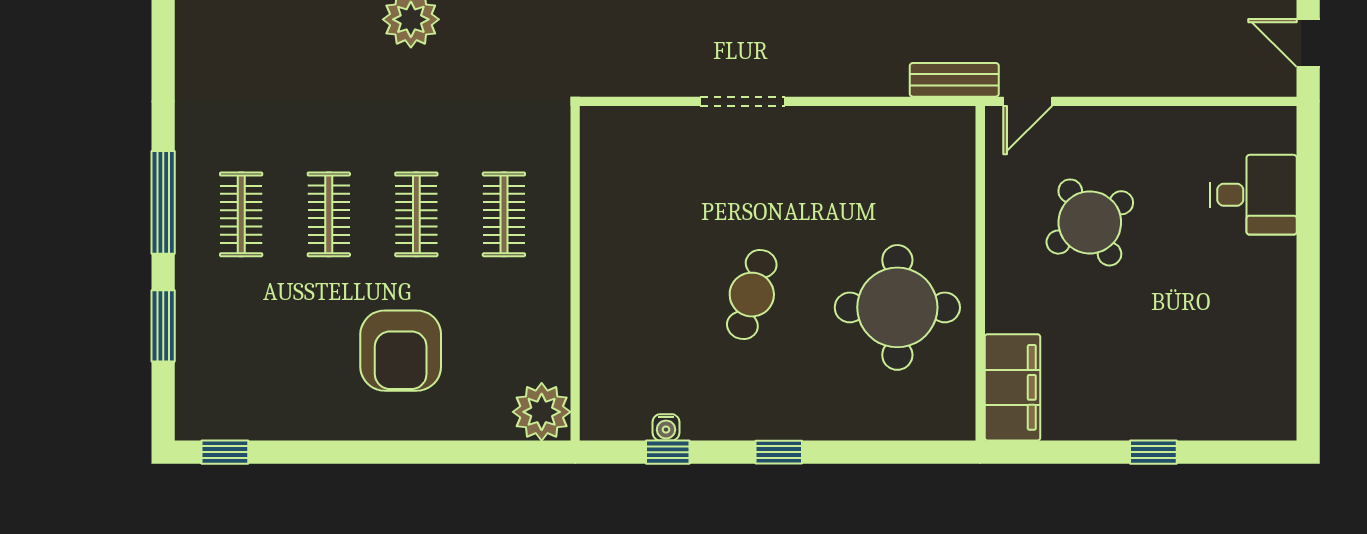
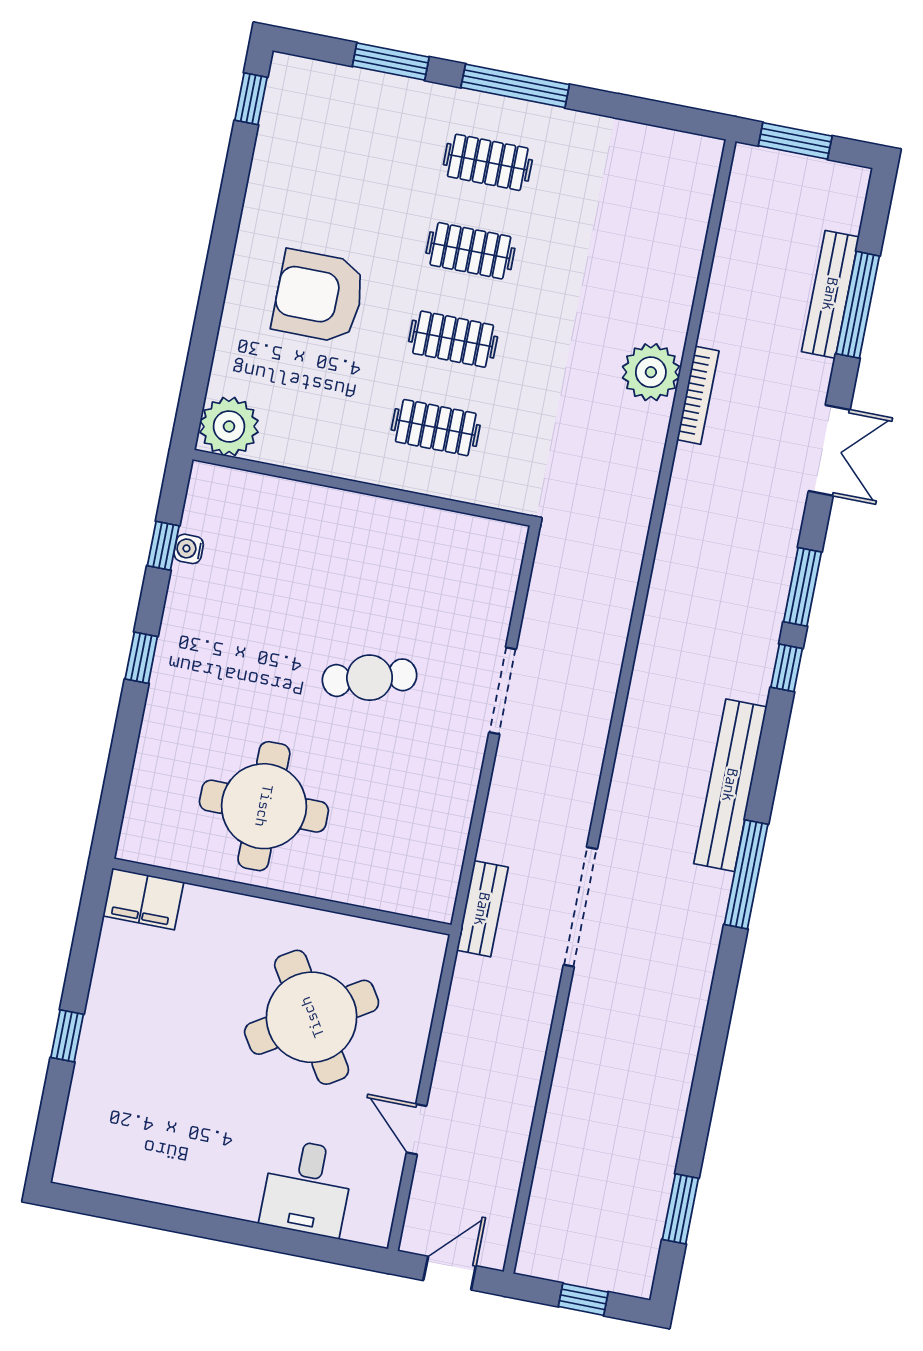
door: (1028, 101) -> (417, 1129), moved
round table: (1090, 222) -> (312, 1017), width x1.36, depth x1.36
cafe table: (752, 295) -> (370, 678), moved, turned -33
filing cabinet: (1012, 387) -> (143, 899), width x0.67, depth x0.86

